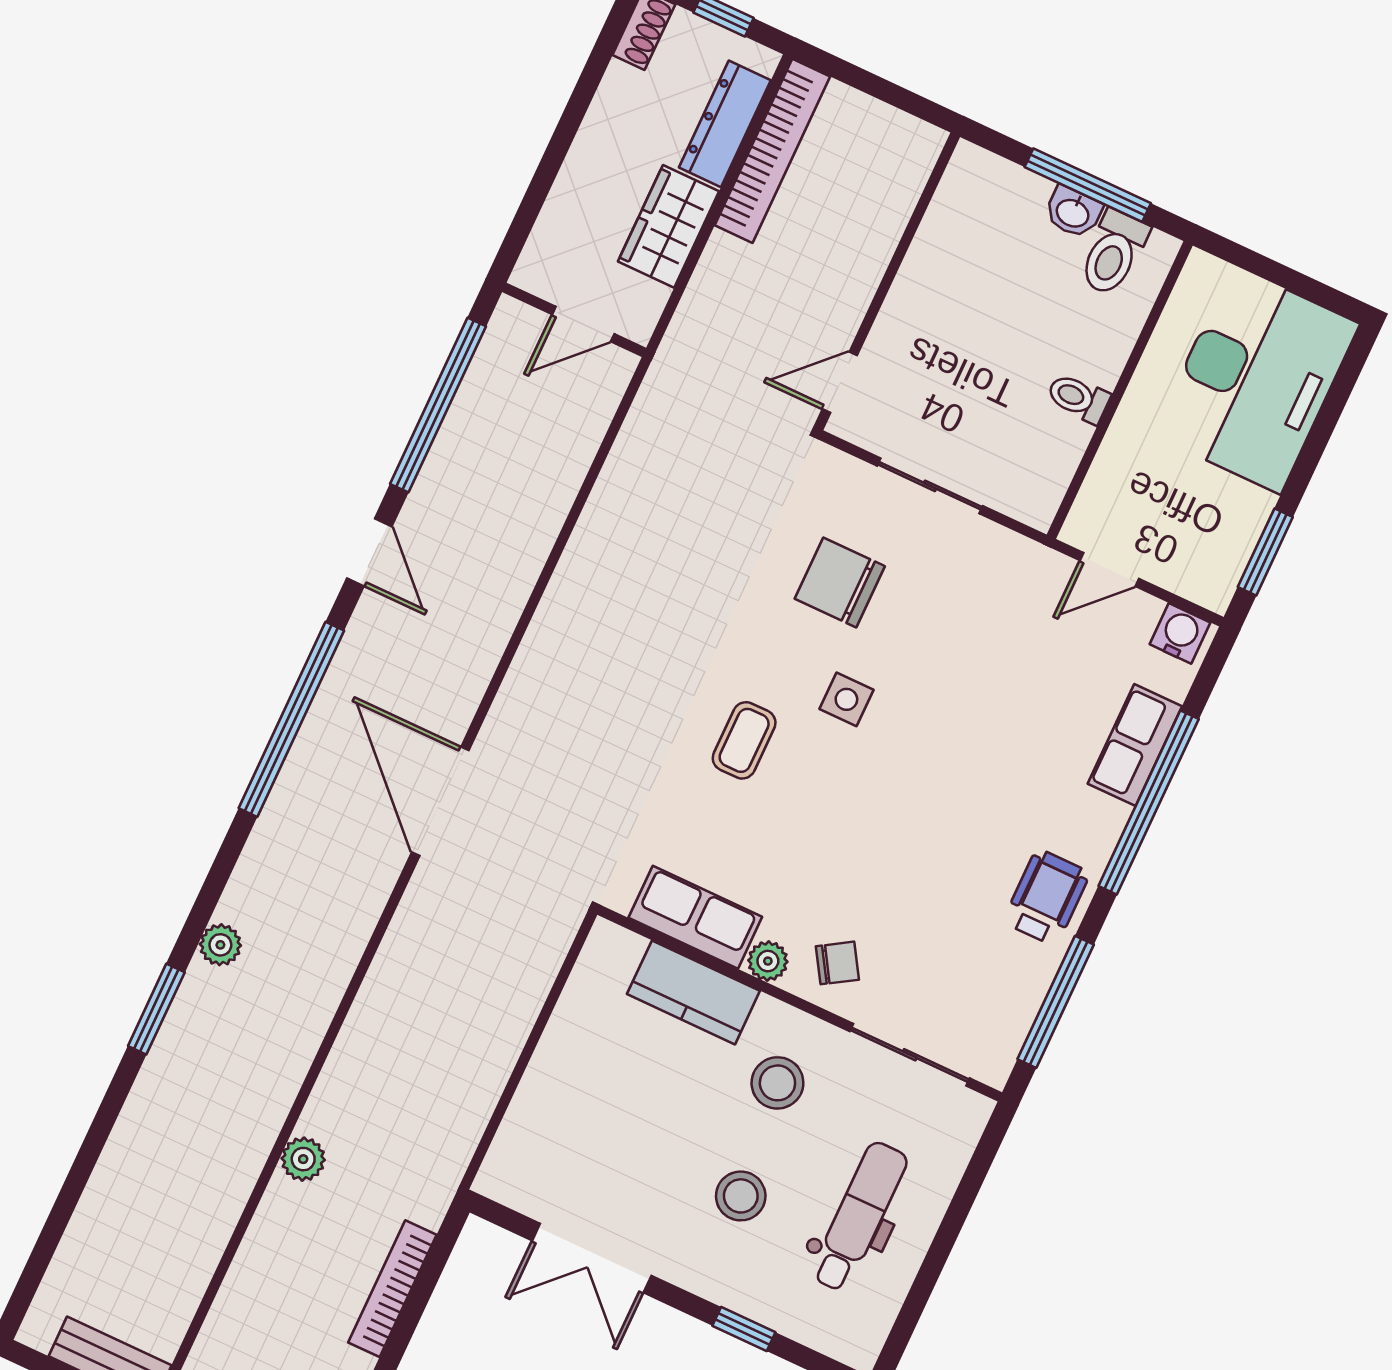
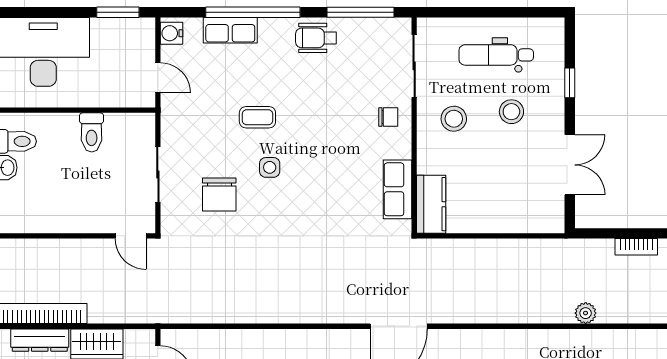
toilet: (1078, 398) -> (92, 132), width x1.37, depth x1.39
coffee table: (744, 740) -> (257, 117), moved
plant: (768, 961) -> (402, 148), removed
chair: (837, 963) -> (388, 117), turned 122
kitchen counter: (693, 992) -> (431, 204), moved
bookcase: (392, 1289) -> (636, 247), width x0.64

